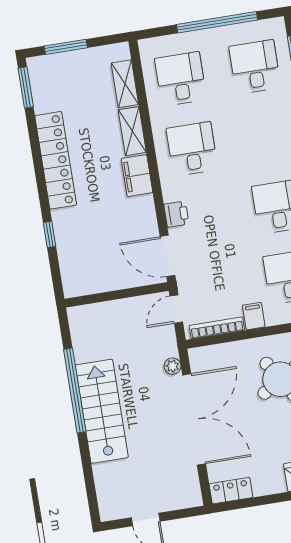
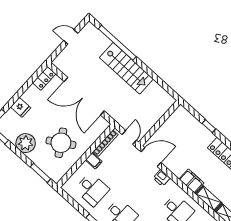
plant: (173, 366) -> (111, 112), removed
window: (75, 391) -> (117, 43), moved

